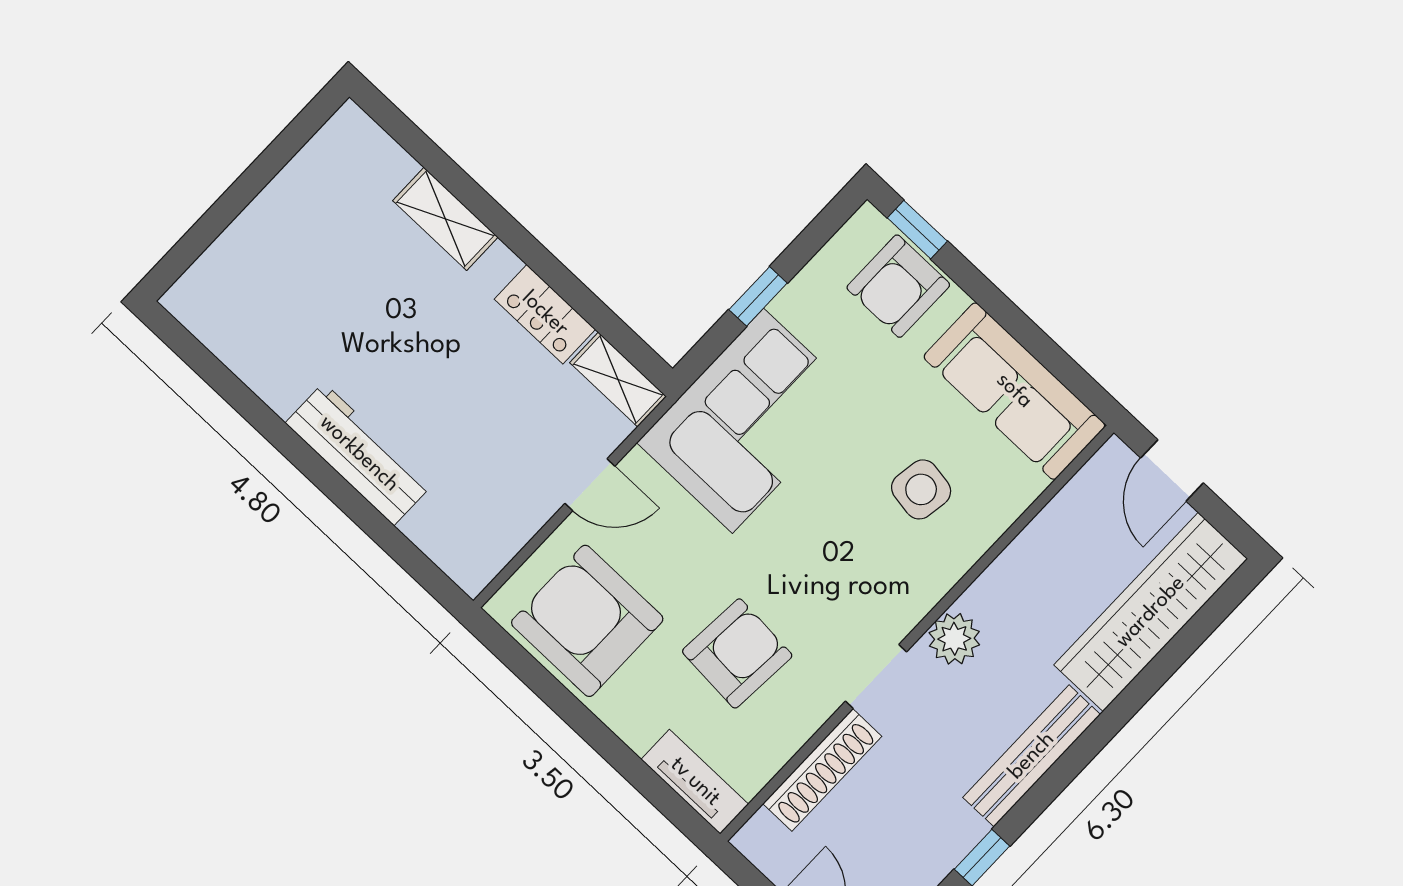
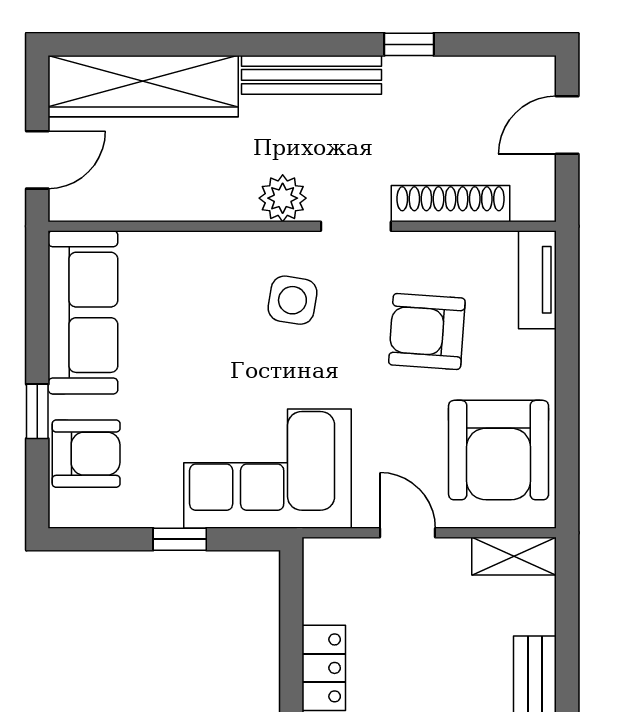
window: (917, 230) -> (37, 411), moved
shelving: (618, 380) -> (514, 556), moved, turned 90
side table: (921, 489) -> (292, 300), moved

